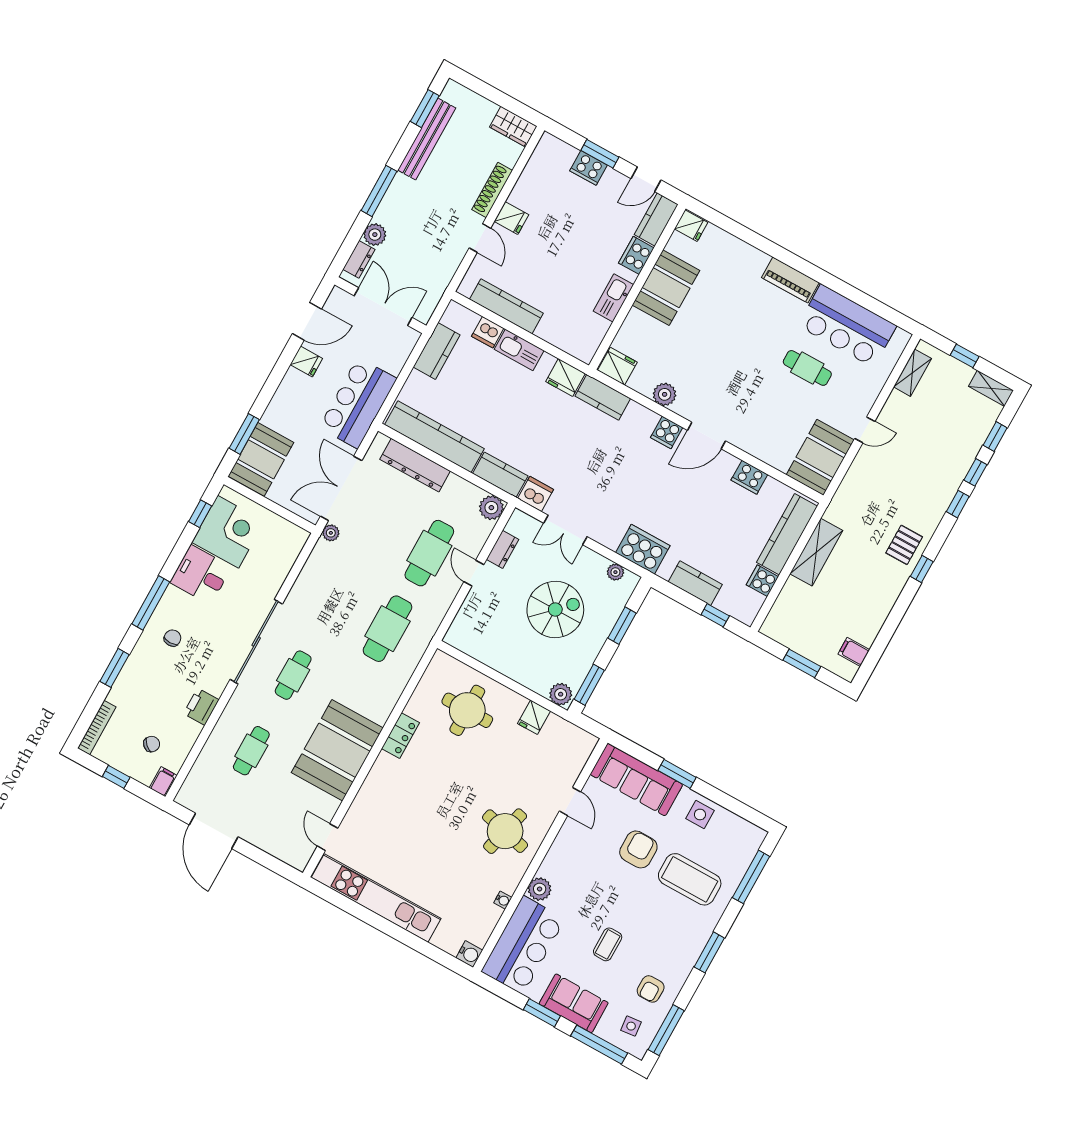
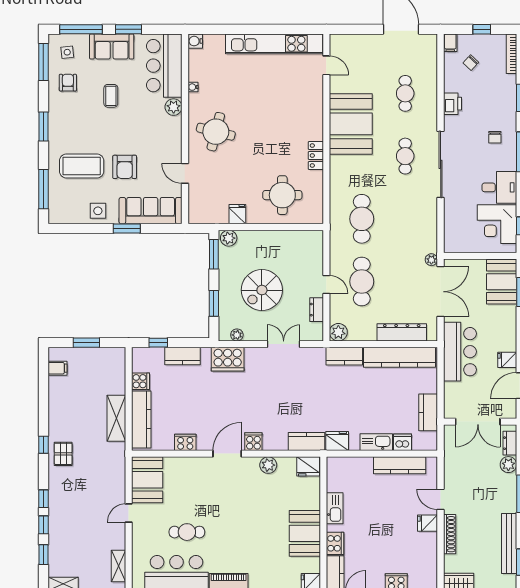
dishwasher: (536, 494) -> (315, 356), removed

